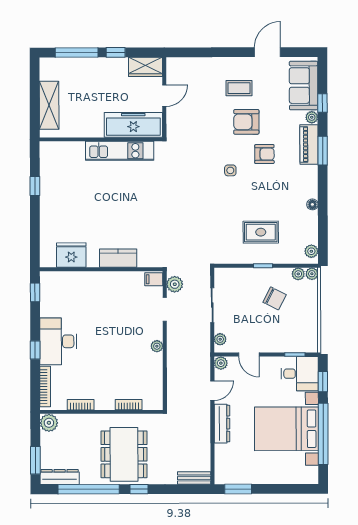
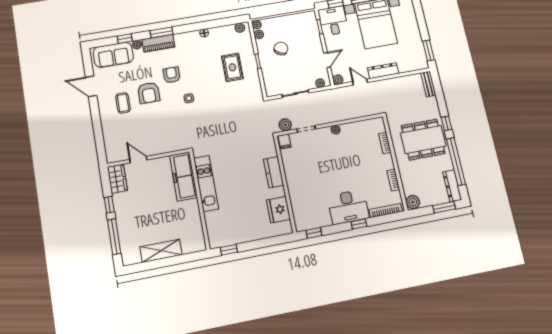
freezer: (133, 125) -> (183, 176), moved
wall: (101, 139) -> (200, 200), moved
kitchen unit: (120, 151) -> (206, 183), moved

